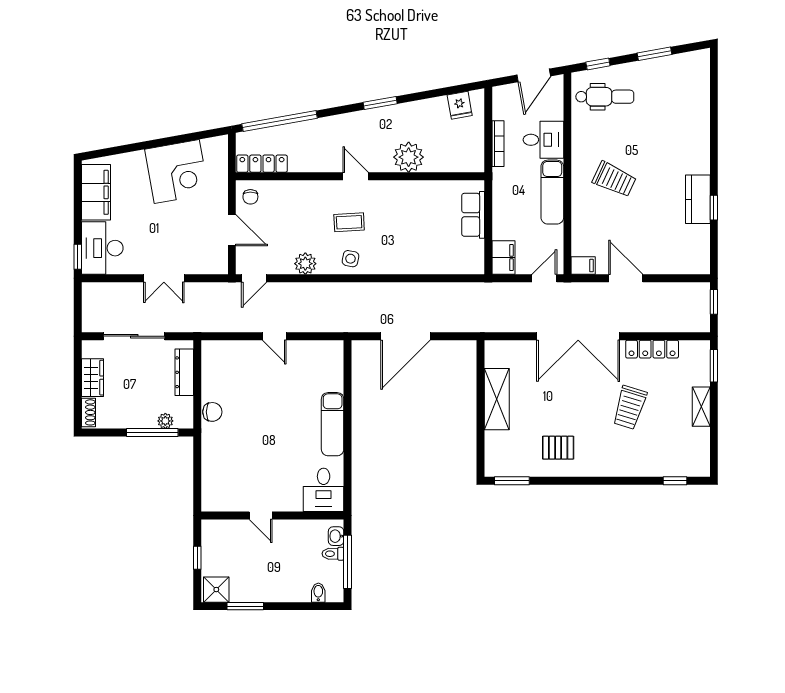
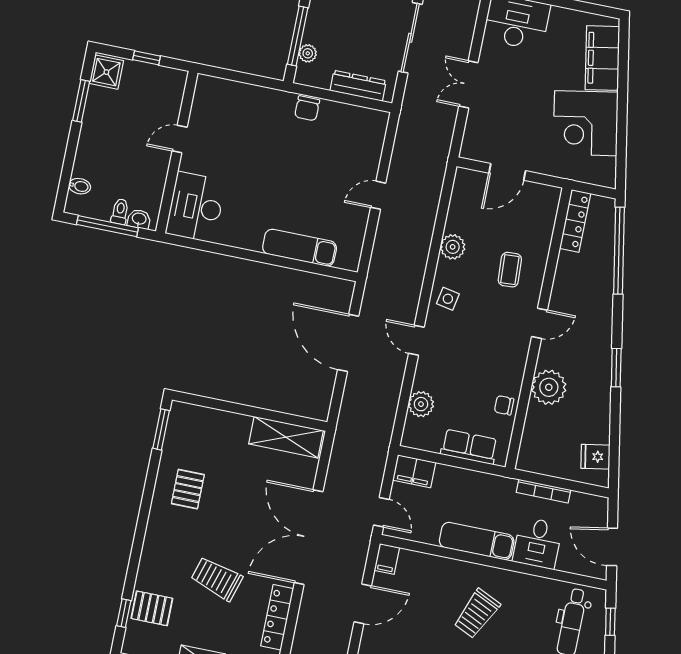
filing cabinet: (96, 192) -> (602, 58), moved, turned 80
chair: (250, 197) -> (504, 405), moved
coffee table: (349, 222) -> (510, 270), moved
plant: (445, 263) -> (421, 404), added
door: (254, 278) -> (416, 340), moved
shelving: (497, 399) -> (286, 437), moved
exam couch: (333, 424) -> (300, 248), moved
pallet: (666, 458) -> (152, 608), added
desk: (324, 490) -> (196, 207), width x1.37

